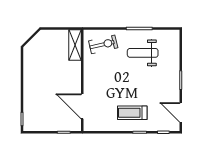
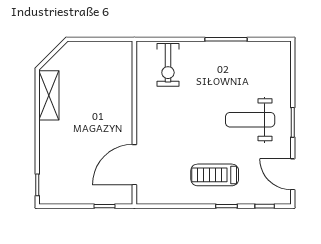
exercise bike: (103, 44) -> (168, 65), turned 103
shelving: (75, 45) -> (49, 95), moved
weight bench: (143, 53) -> (250, 120), moved
door: (82, 106) -> (134, 165), hinge flipped

